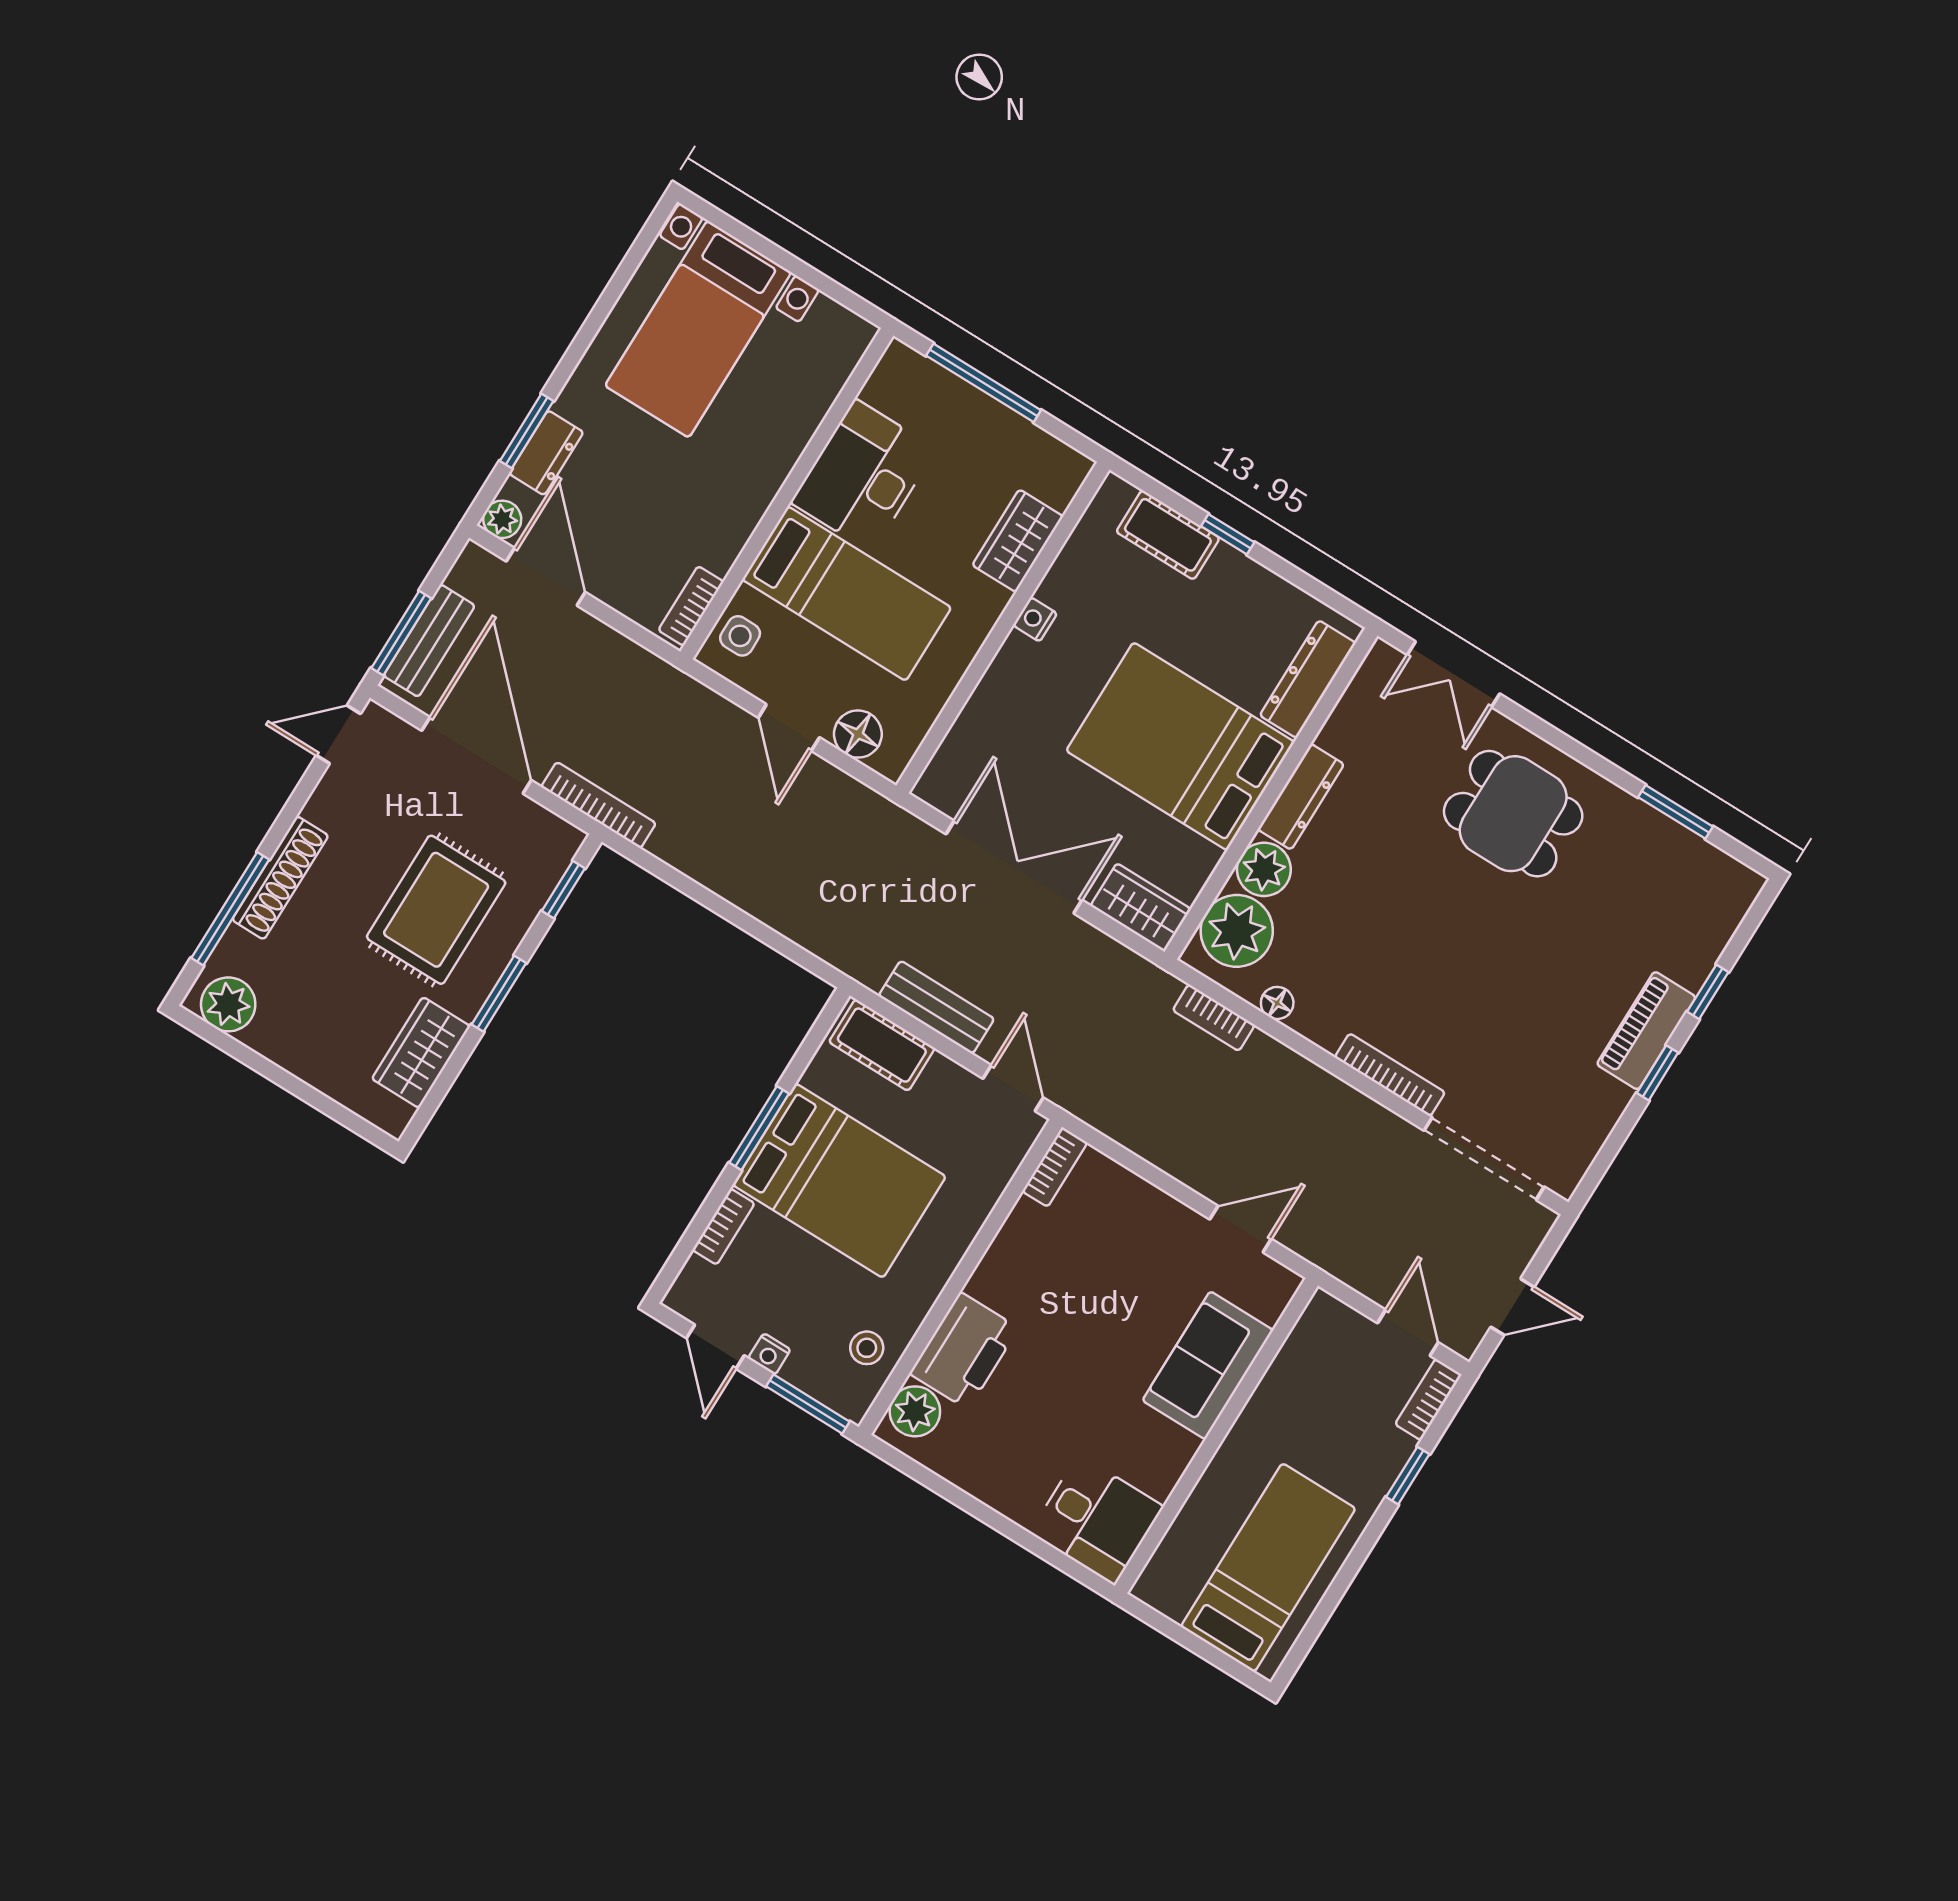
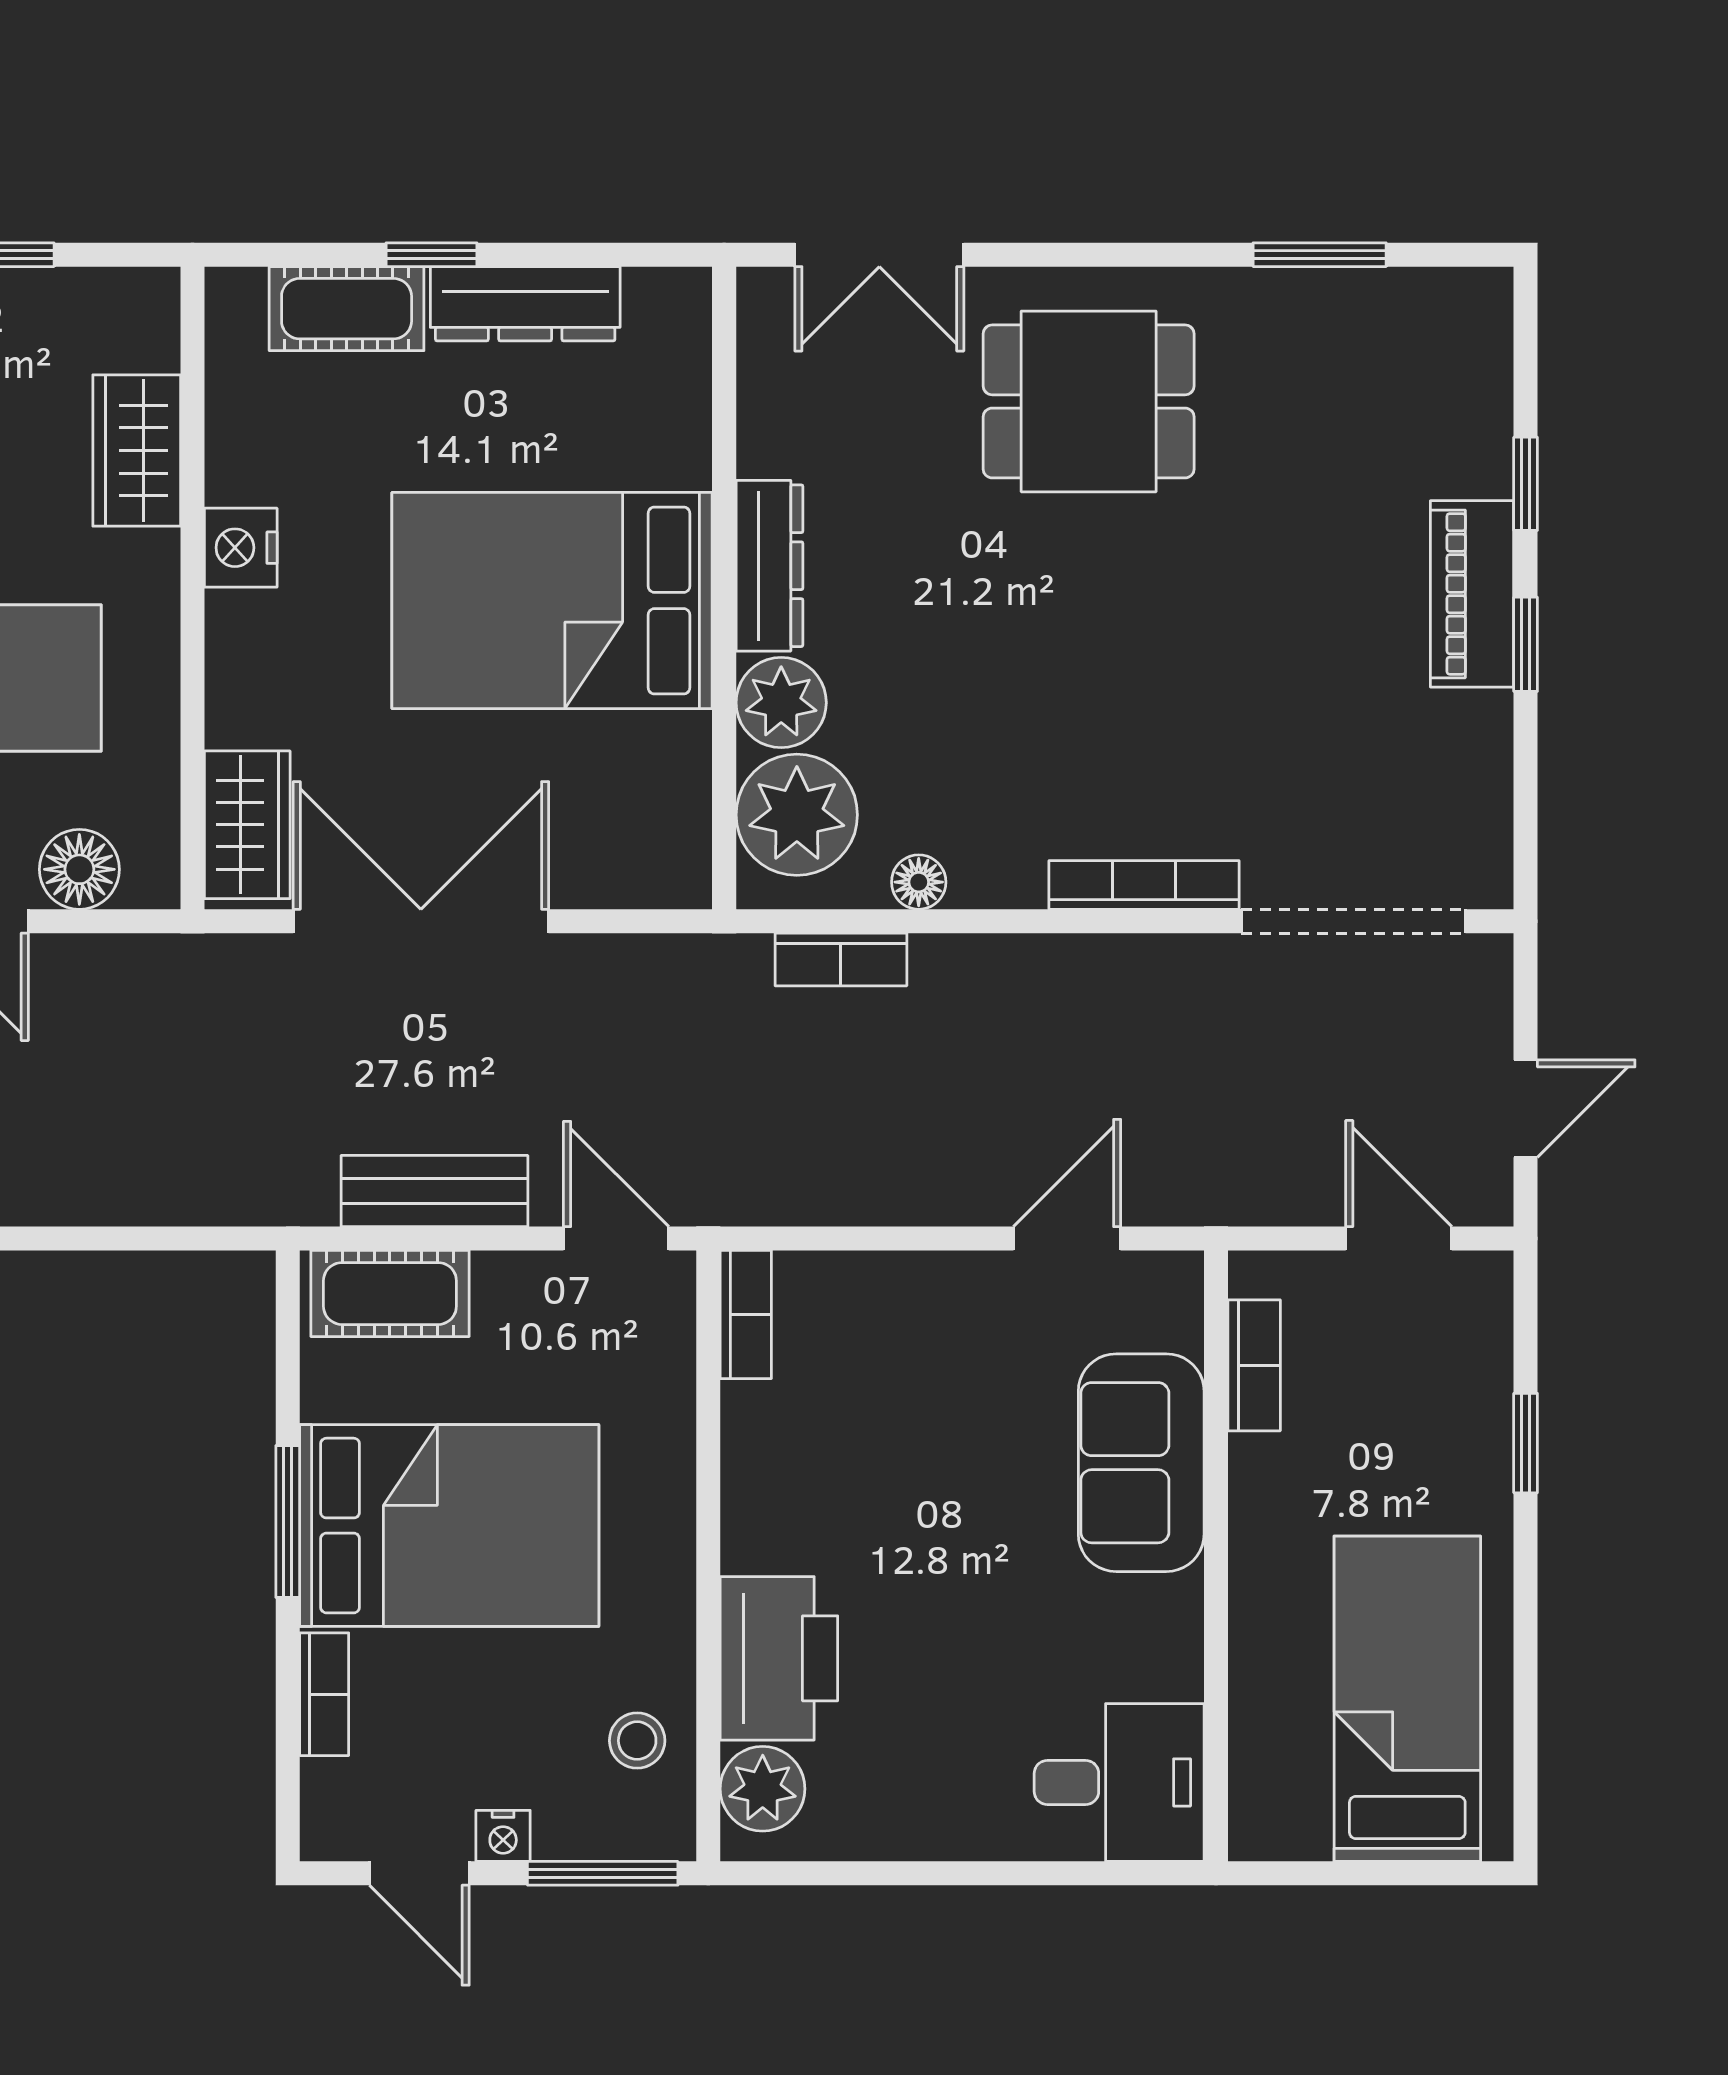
nightstand: (1035, 619) -> (241, 548), width x1.39, depth x1.35
dresser: (1308, 679) -> (525, 304), moved, turned -90
wardrobe: (1141, 907) -> (247, 825), moved, turned 90
bookcase: (1428, 1400) -> (1254, 1365), moved, turned 180

